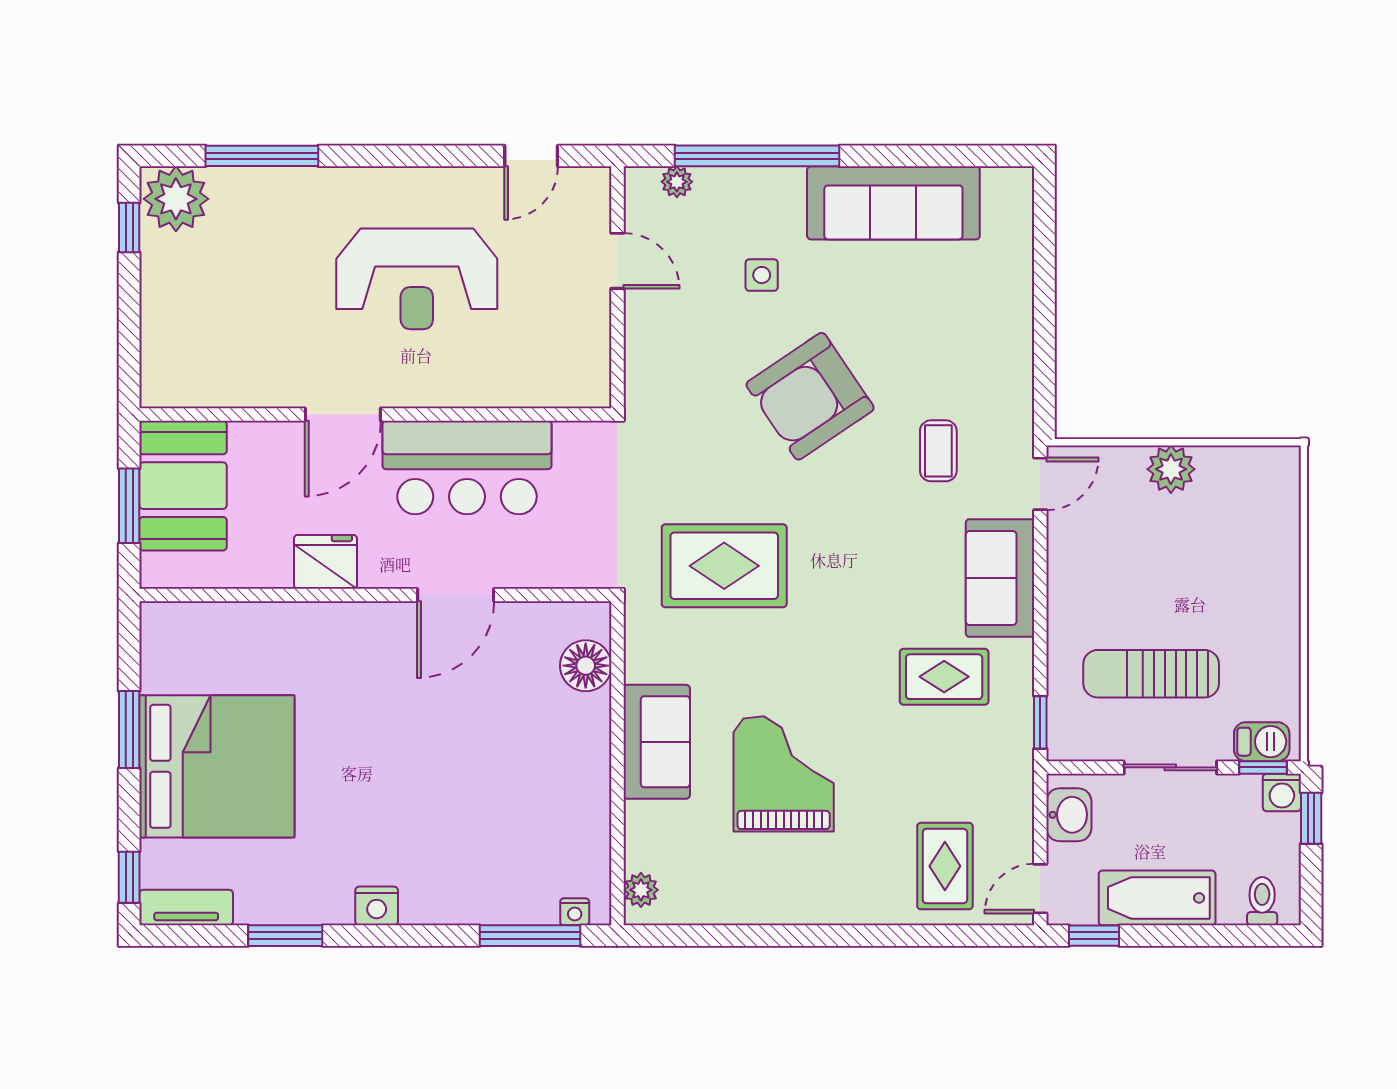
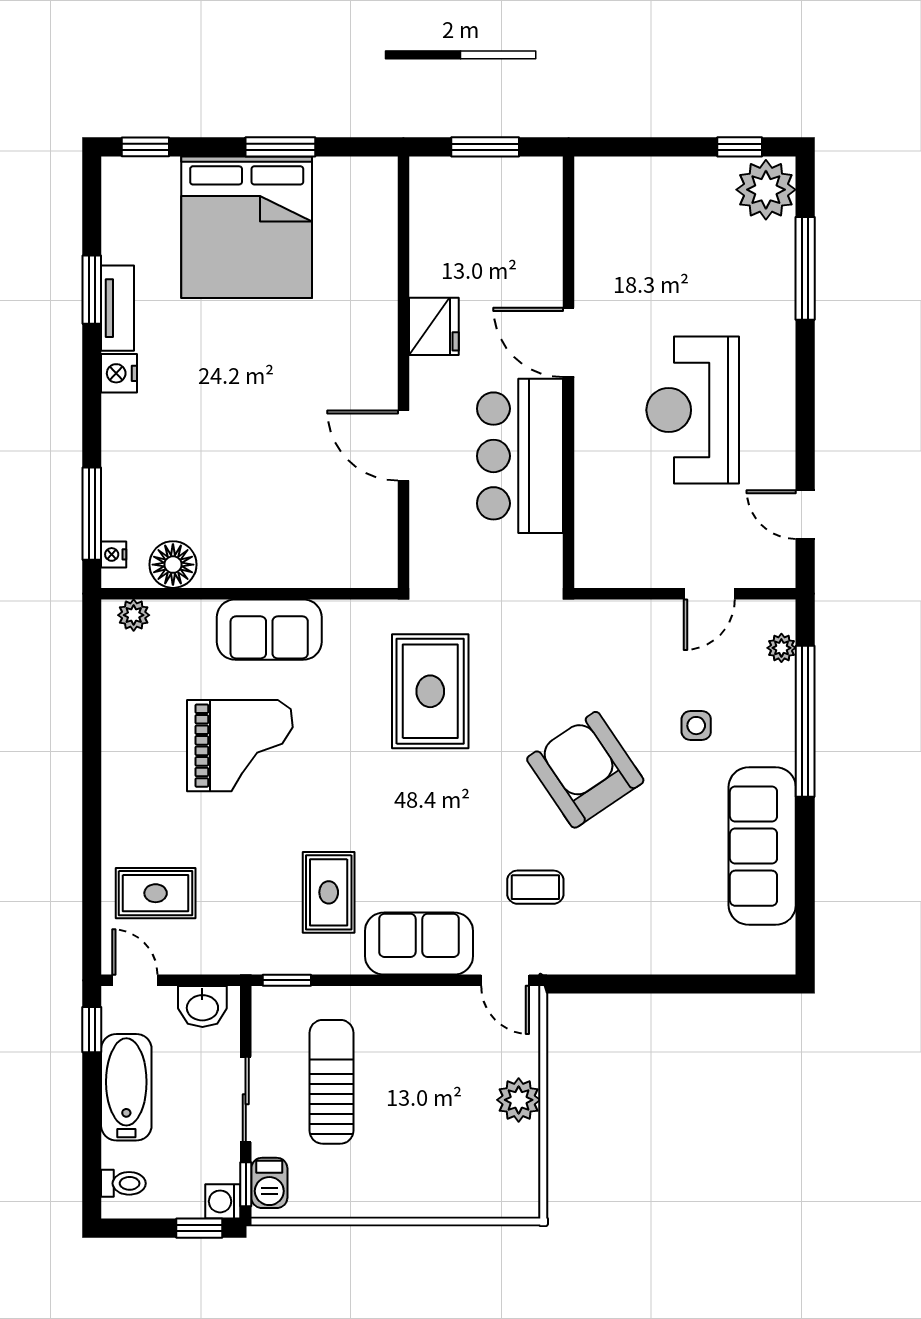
booth: (183, 486) -> (504, 196), removed
floor lamp: (586, 666) -> (173, 565), moved
tv unit: (186, 908) -> (118, 308), moved

